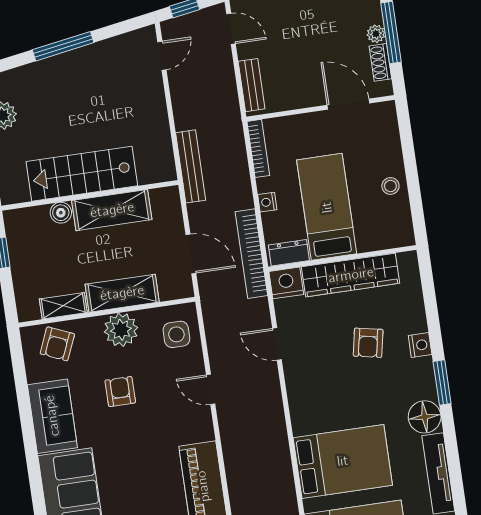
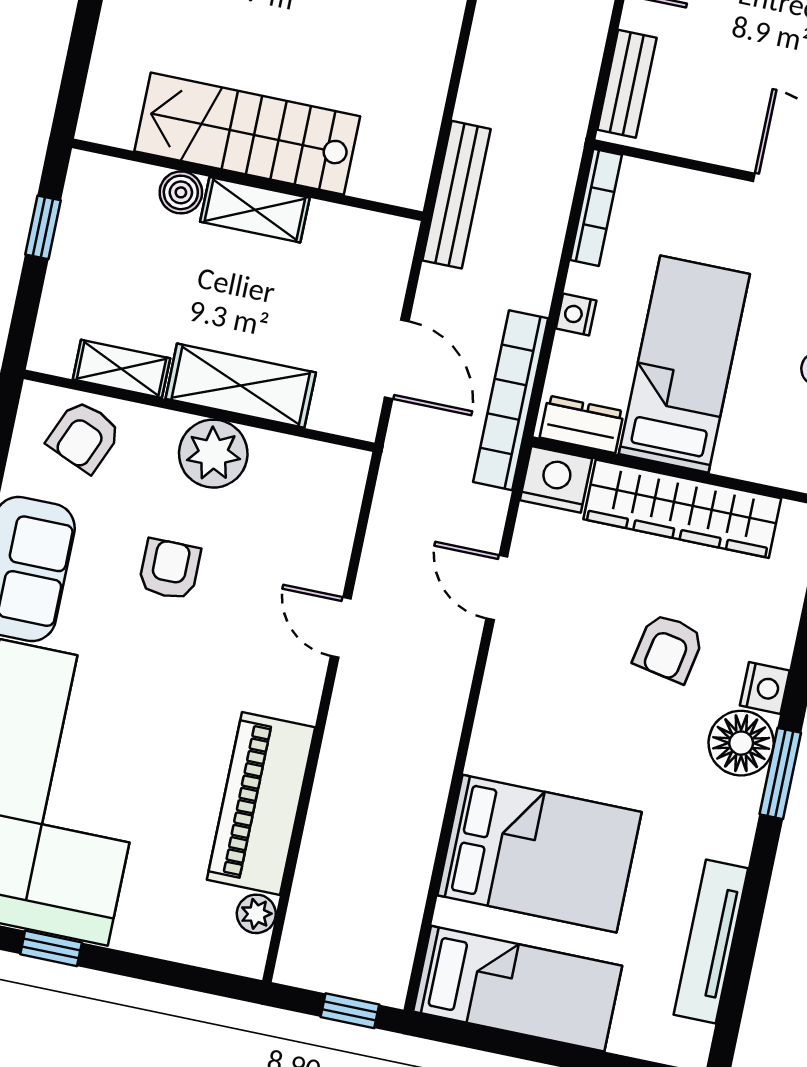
shelving: (112, 210) -> (255, 210), width x0.67, depth x0.75
side table: (176, 334) -> (314, 500), removed
floor lamp: (425, 417) -> (741, 743), moved

